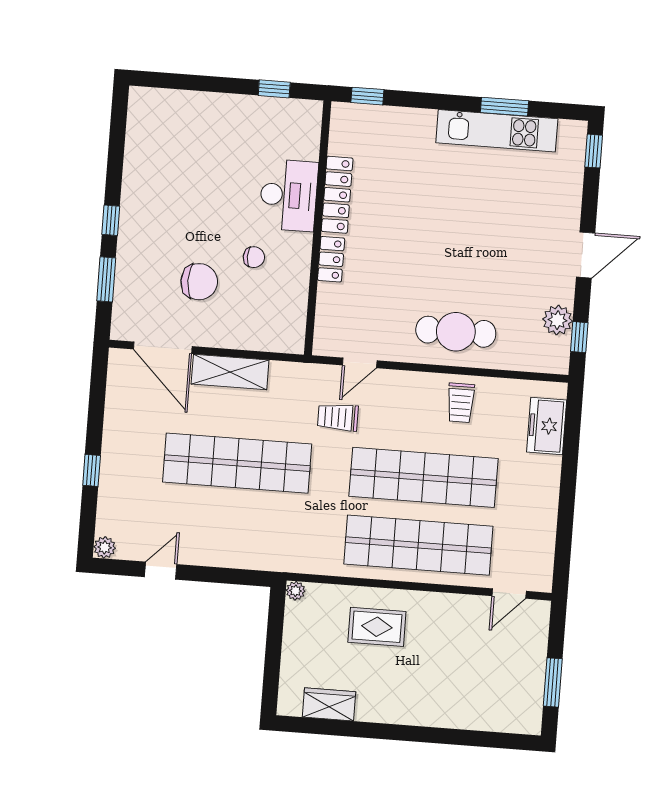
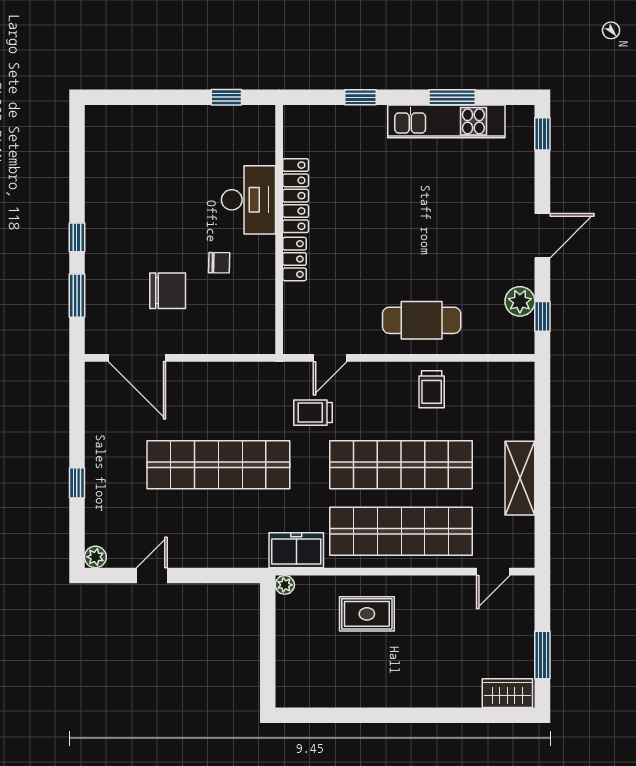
window: (367, 96) -> (360, 97), moved
shelving: (230, 372) -> (520, 478), moved, turned 90
freezer: (547, 426) -> (296, 550), moved, turned 90
wardrobe: (329, 704) -> (507, 693), moved

